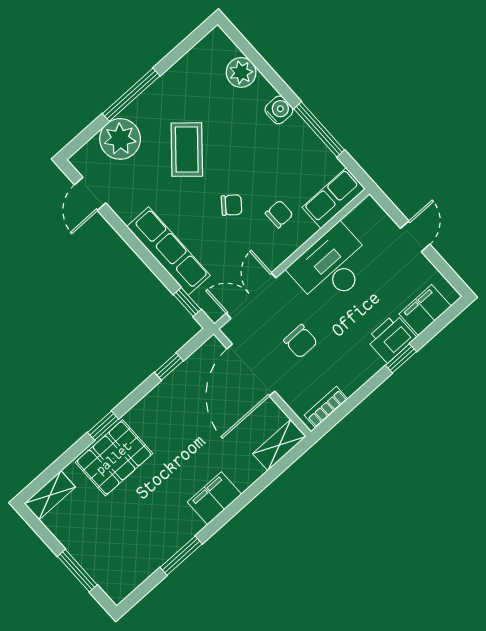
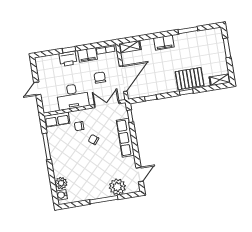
water cooler: (279, 110) -> (62, 195), moved
coffee table: (187, 150) -> (97, 169), removed
double door: (251, 296) -> (107, 104), swing flipped
filing cabinet: (425, 310) -> (87, 55), moved

